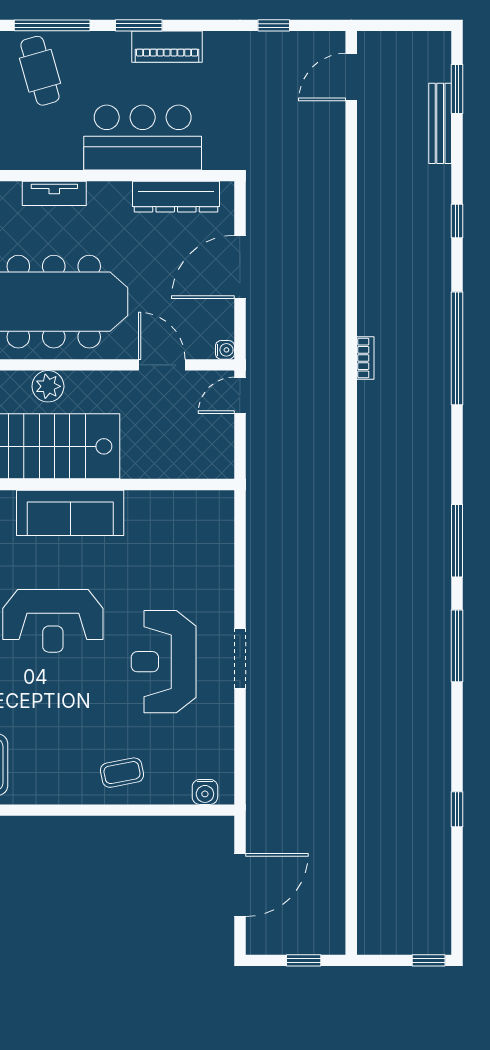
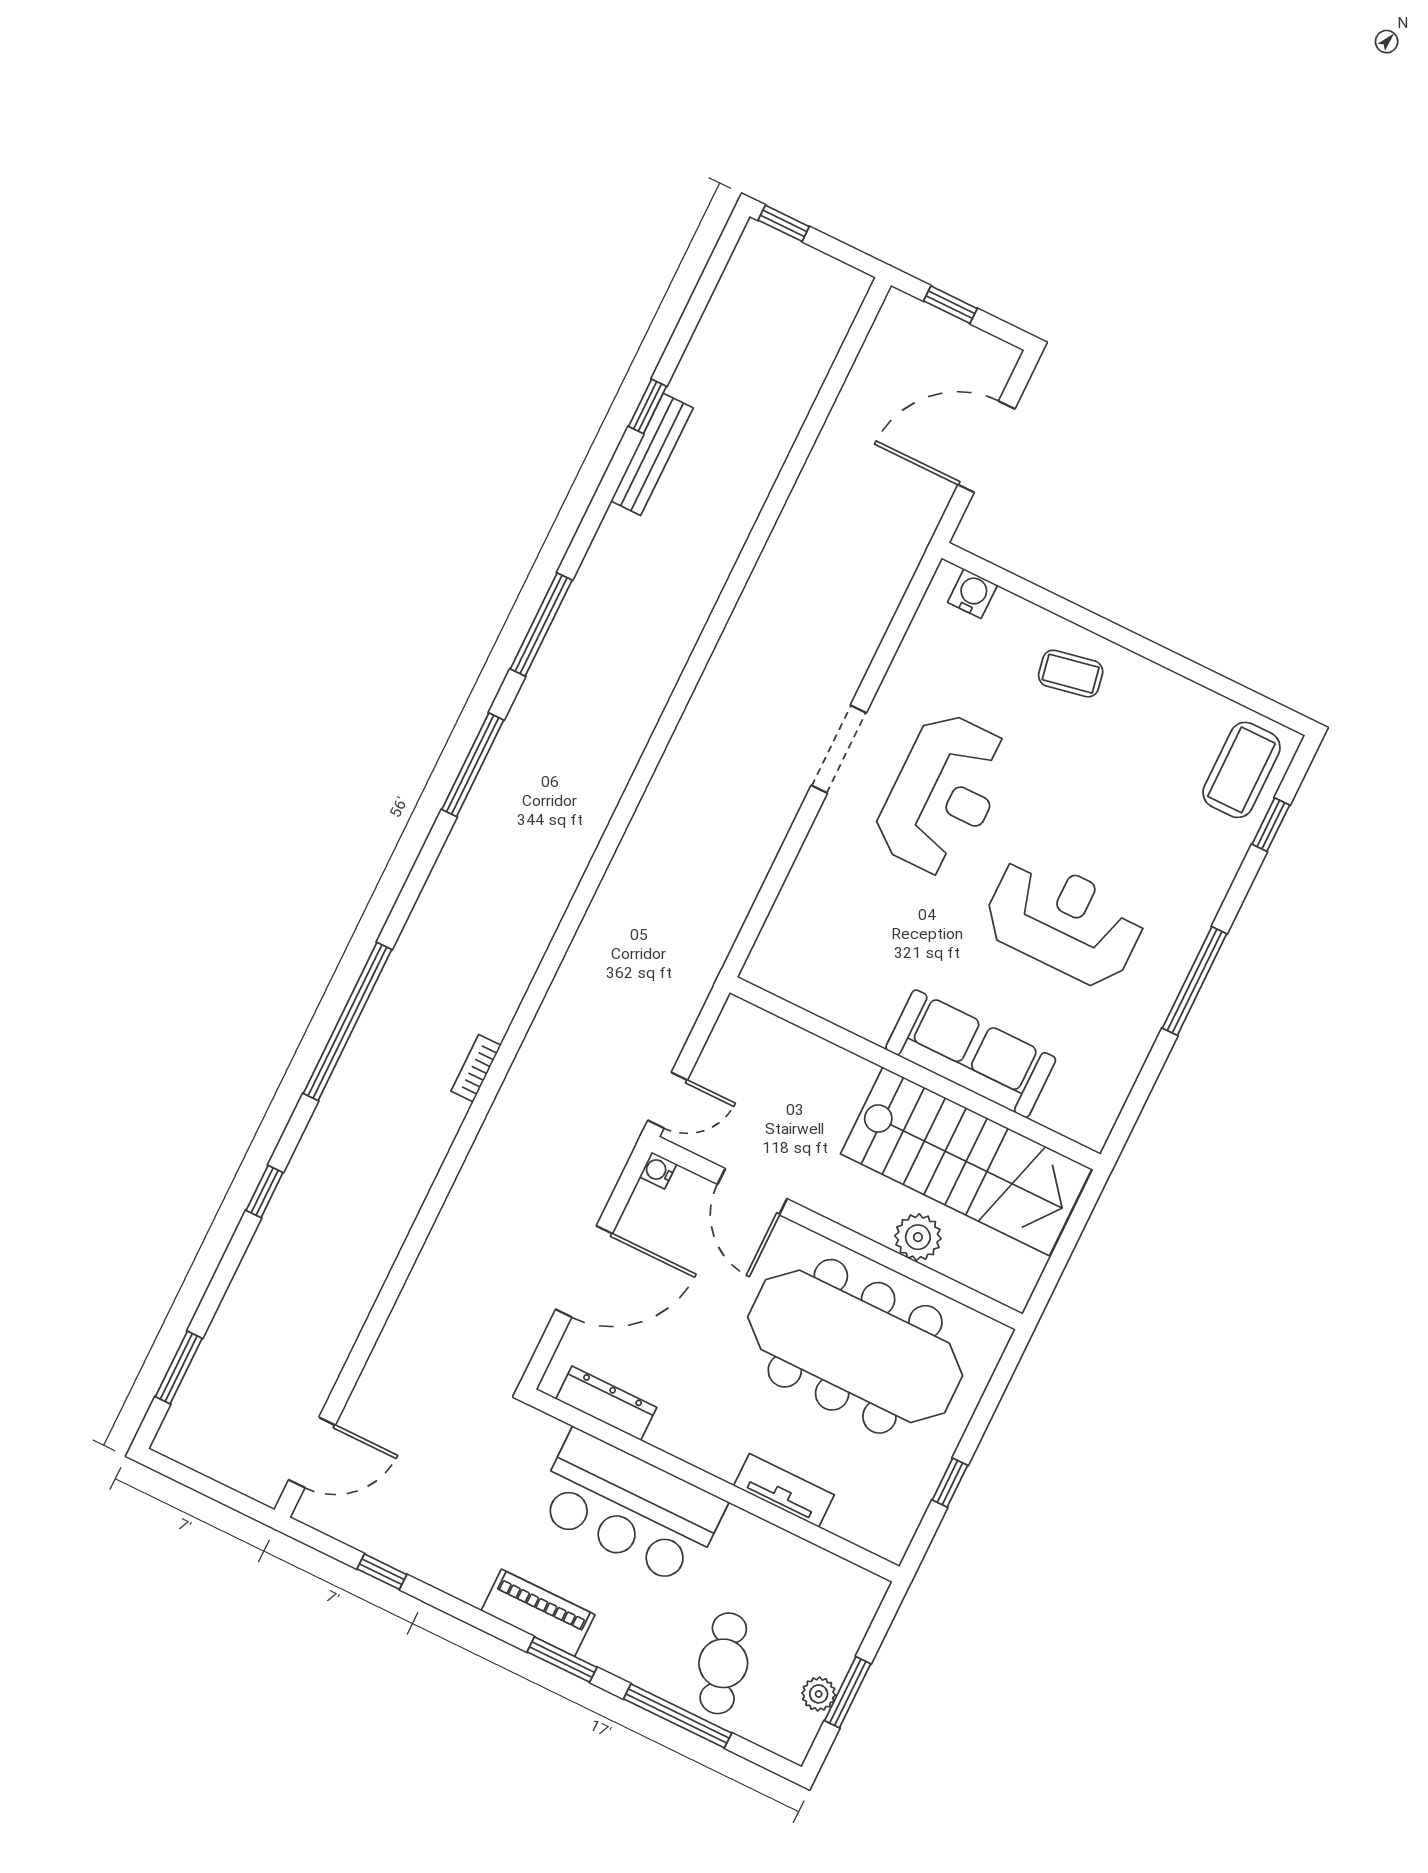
bench: (440, 123) -> (652, 454), moved
dresser: (176, 197) -> (606, 1403), width x0.73, depth x0.80

